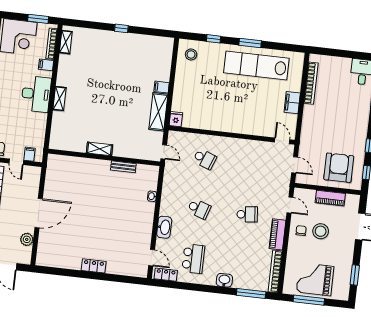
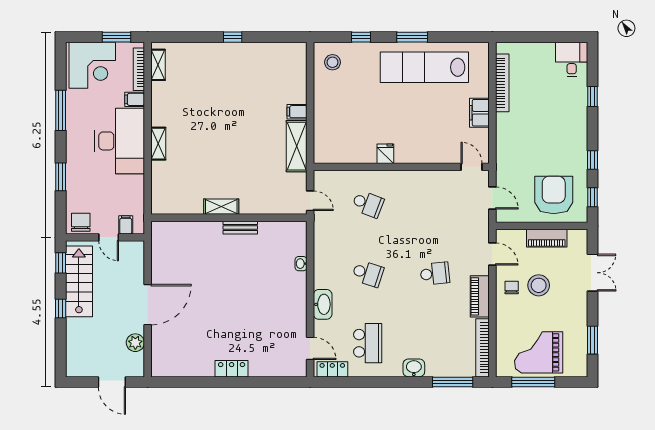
desk: (36, 94) -> (120, 141), width x1.36, depth x1.30
fridge: (176, 119) -> (385, 154), moved
bench: (123, 167) -> (240, 228), moved

